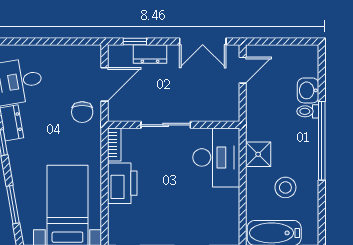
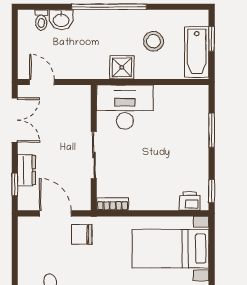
toilet: (308, 111) -> (41, 20), moved
chair: (82, 112) -> (82, 235), turned 180
printer: (122, 183) -> (190, 201), moved, width x0.53, depth x0.68

